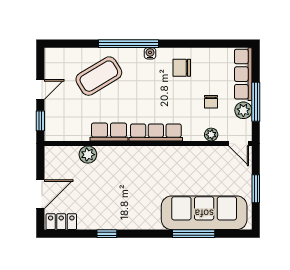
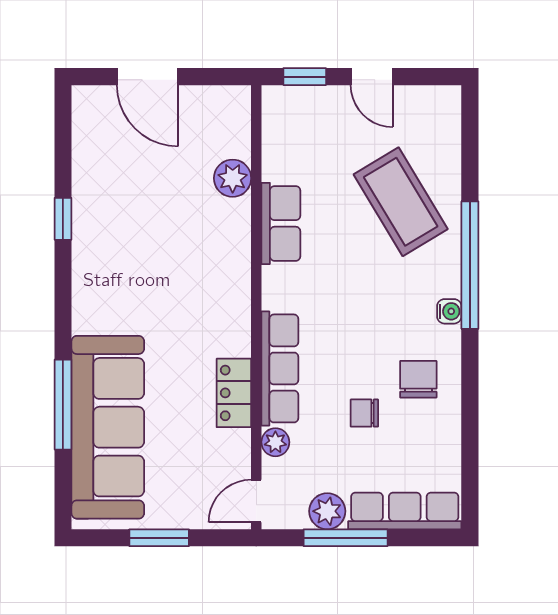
chair: (211, 102) -> (364, 413), moved
row of seats: (156, 132) -> (280, 368), moved
locker: (61, 222) -> (234, 393), moved, turned 180

